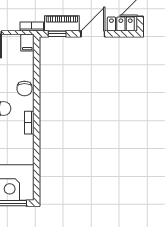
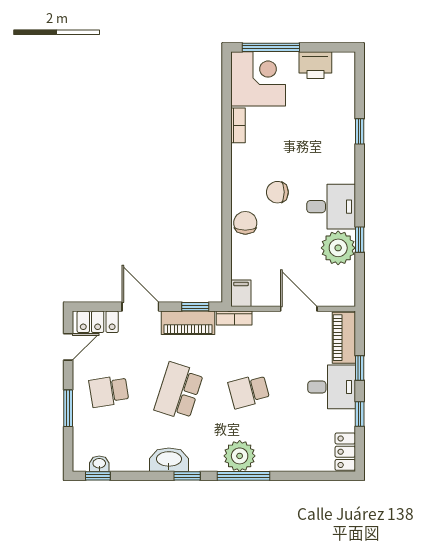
door: (93, 34) -> (140, 307), swing flipped
bookcase: (29, 123) -> (238, 125), moved

